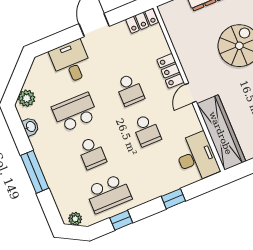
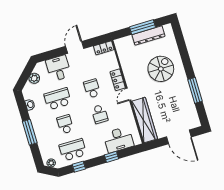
school desk: (130, 90) -> (92, 89), turned 180
plant: (27, 98) -> (34, 78), moved
school desk: (92, 153) -> (65, 124), turned 180
desk: (196, 157) -> (119, 140), moved, turned 90
school desk: (109, 194) -> (73, 150), turned 180

